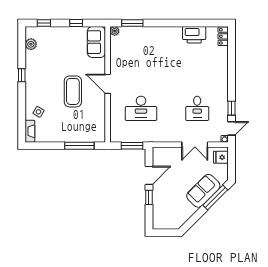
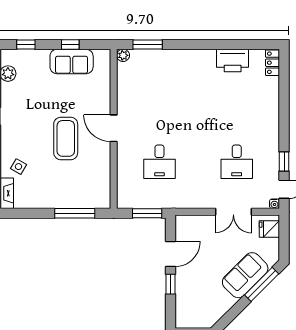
sofa: (96, 42) -> (72, 61), moved, turned -90
desk: (141, 108) -> (159, 162), width x0.73

